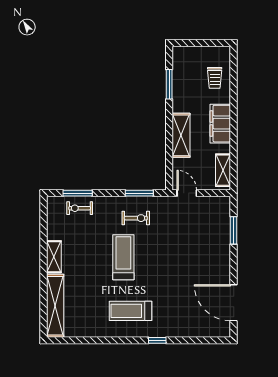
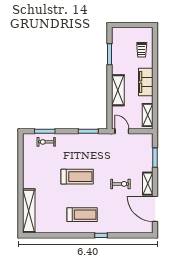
exercise bike: (136, 218) -> (120, 184), moved
shelving: (54, 257) -> (148, 184), moved
treadmill: (123, 257) -> (77, 177), turned 90
treadmill: (131, 311) -> (82, 215), turned 180

